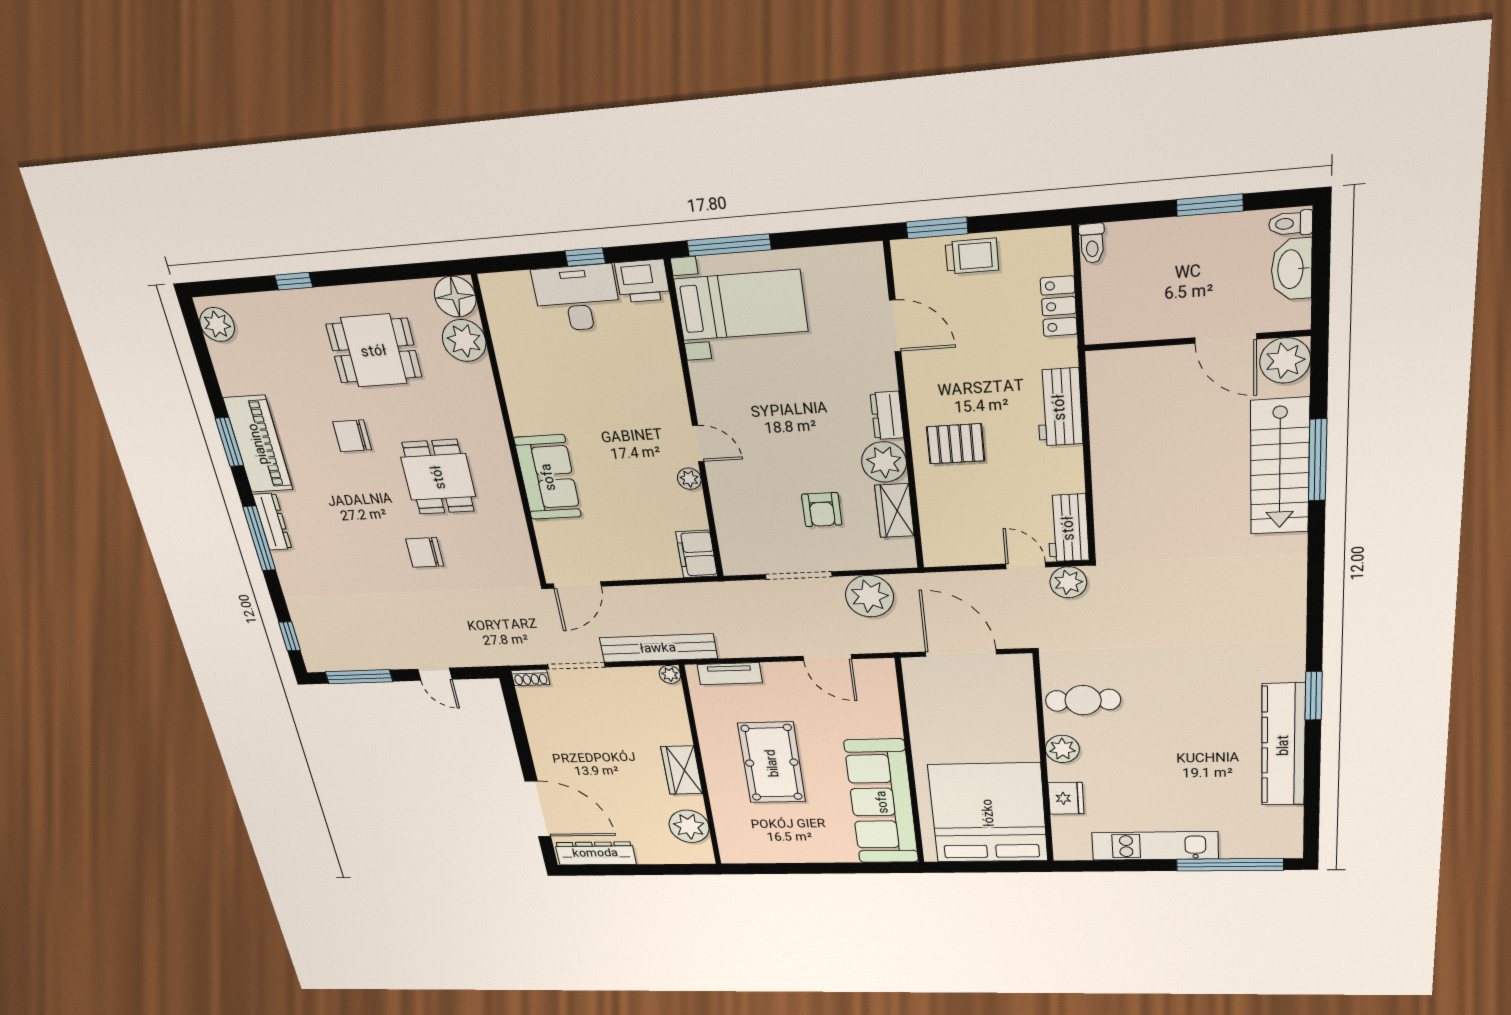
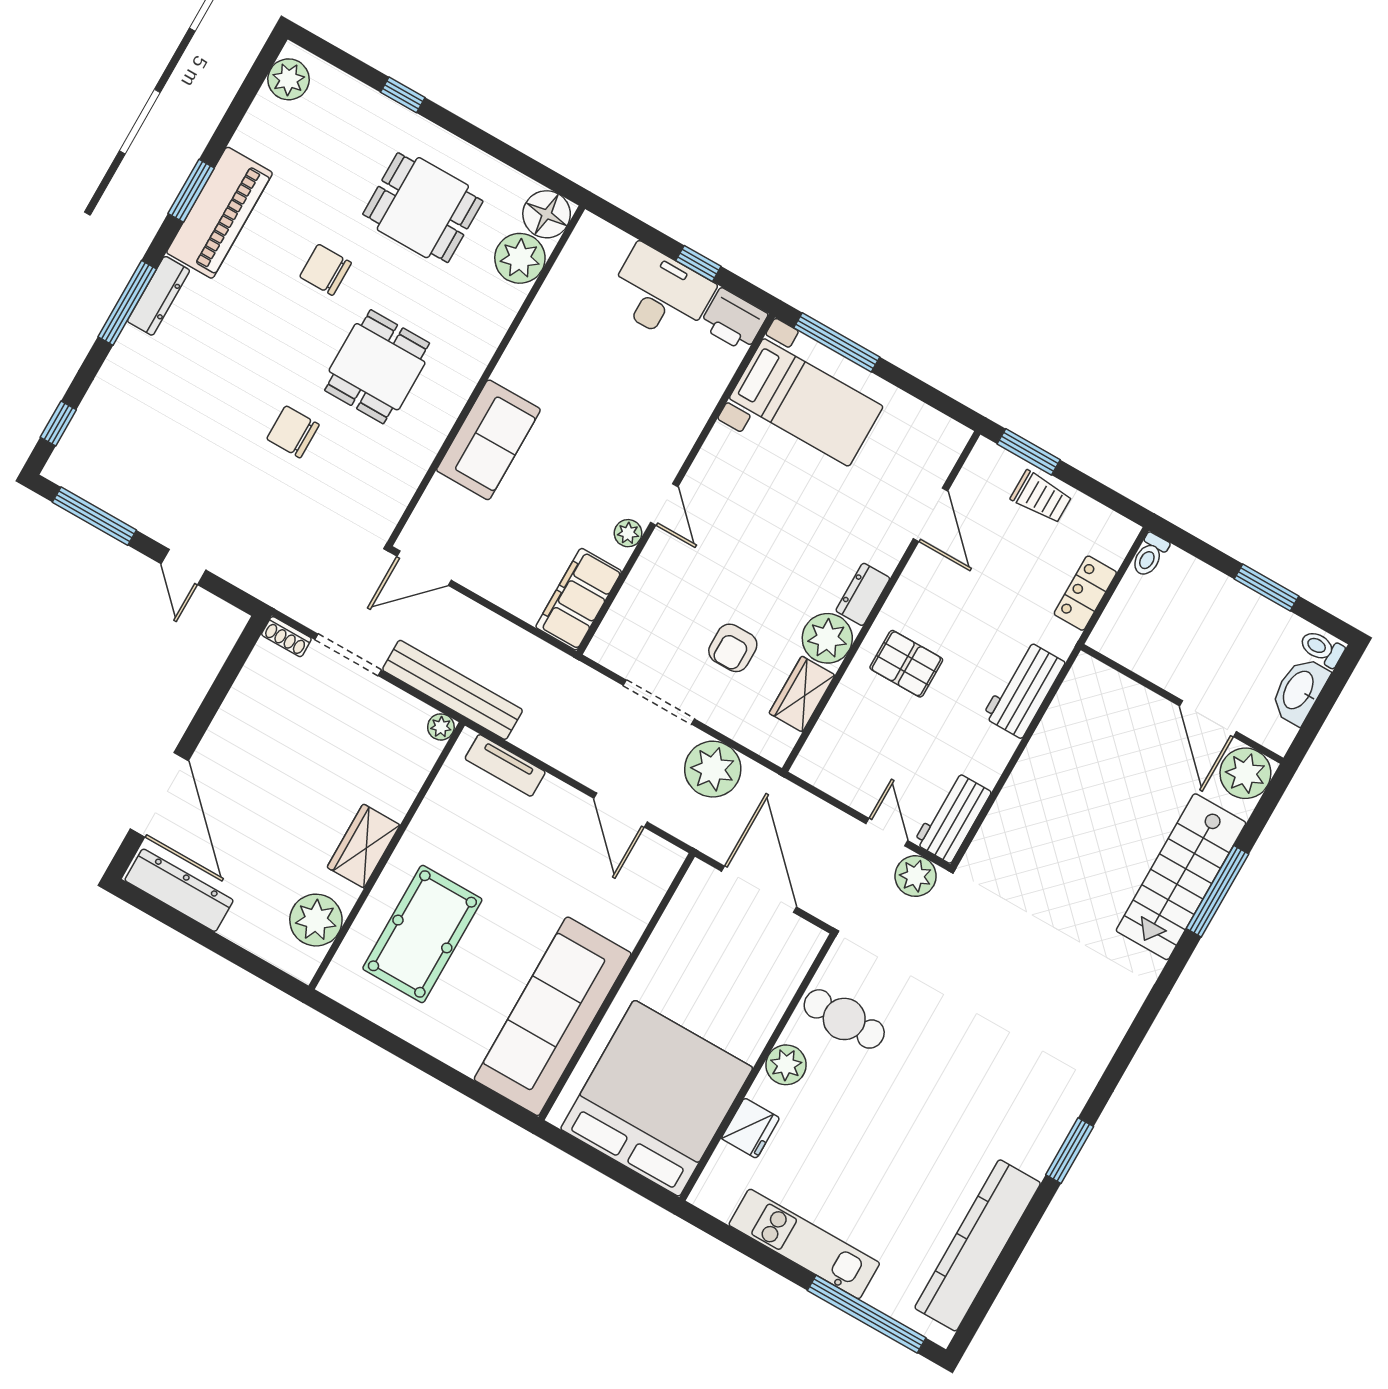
filing cabinet: (697, 554) -> (579, 599), width x1.50, depth x1.17
kitchen counter: (1283, 745) -> (978, 1245), moved
pool table: (772, 763) -> (422, 934), moved

